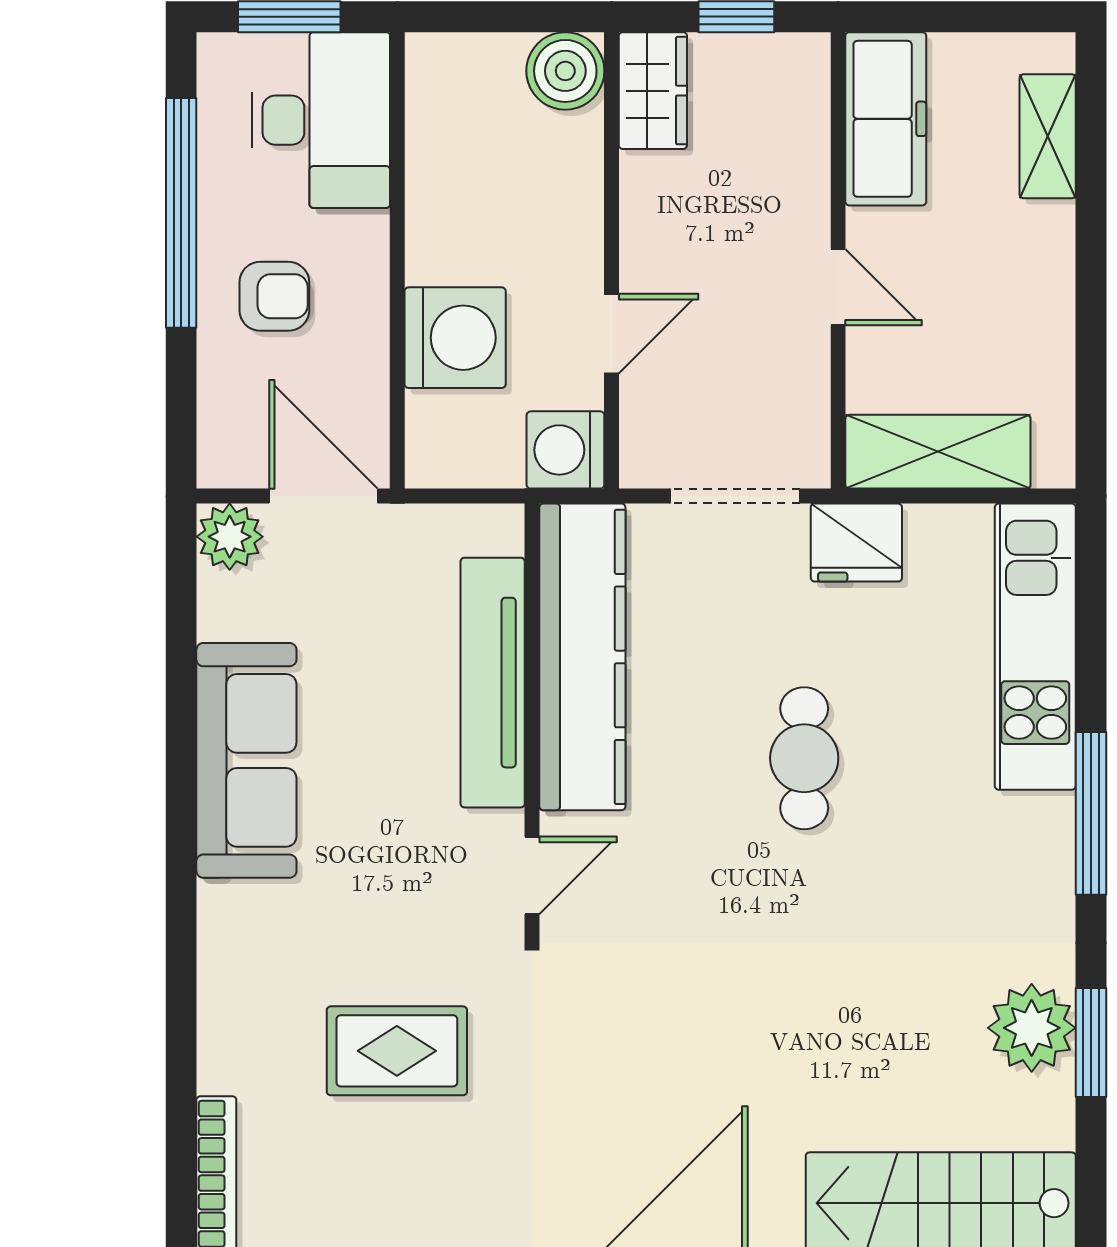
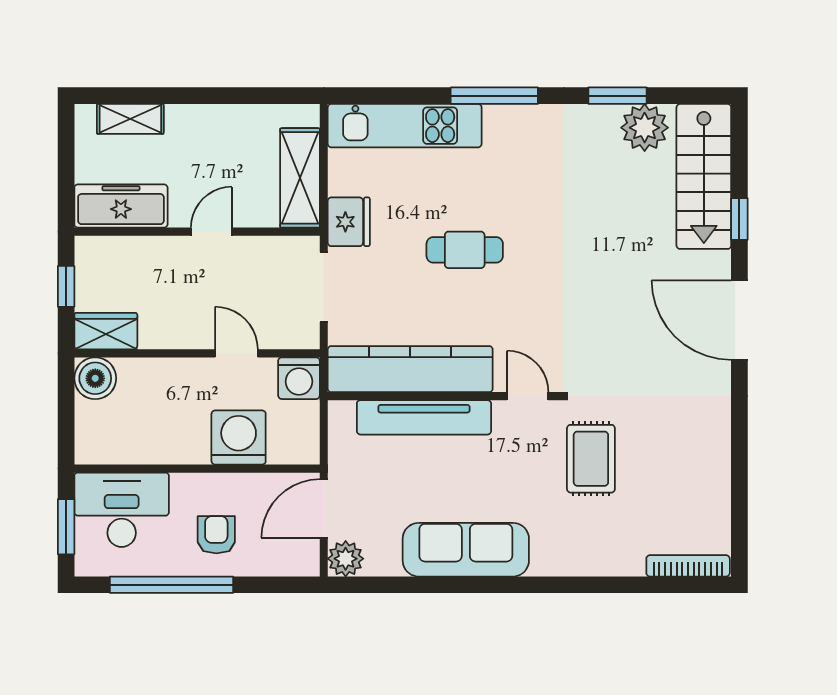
plant: (1032, 1028) -> (645, 128), moved
rug: (397, 1051) -> (591, 459), moved

